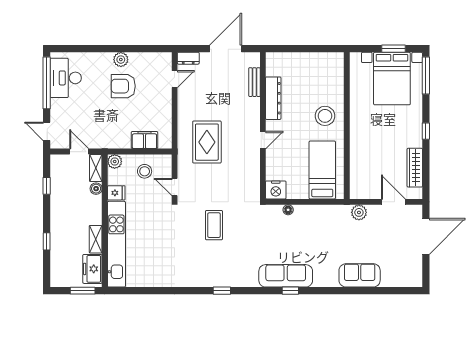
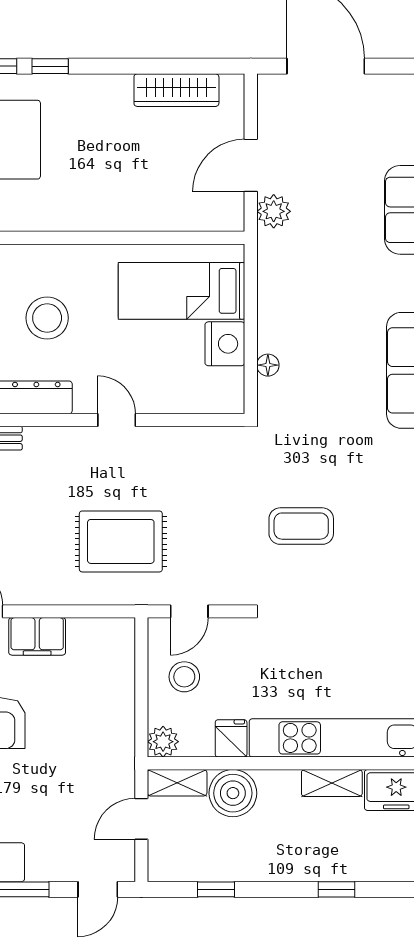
stool: (325, 116) -> (47, 318), moved
window: (426, 131) -> (50, 66), moved
filing cabinet: (144, 140) -> (37, 636), moved, turned -90
door: (175, 187) -> (189, 611), moved
boiler: (96, 189) -> (233, 793), width x1.86, depth x1.86
nightstand: (276, 190) -> (225, 344), moved
door: (393, 202) -> (251, 165), moved

